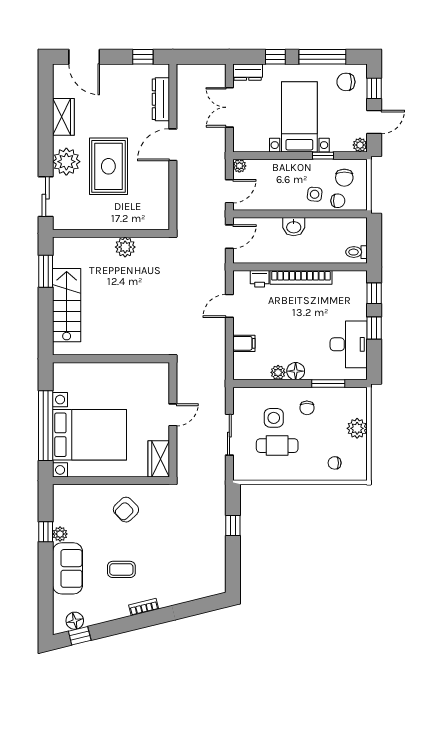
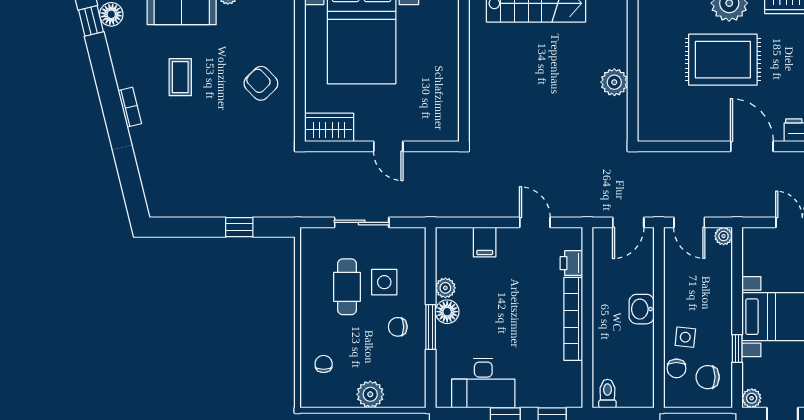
door: (229, 237) -> (628, 222), hinge flipped
window: (328, 383) -> (431, 327), moved

